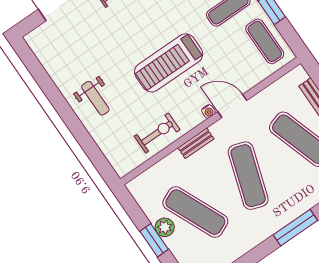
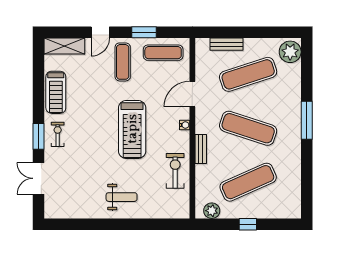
door: (232, 106) -> (192, 94), moved
plant: (165, 227) -> (212, 211), moved
window: (154, 240) -> (248, 224), width x0.67

